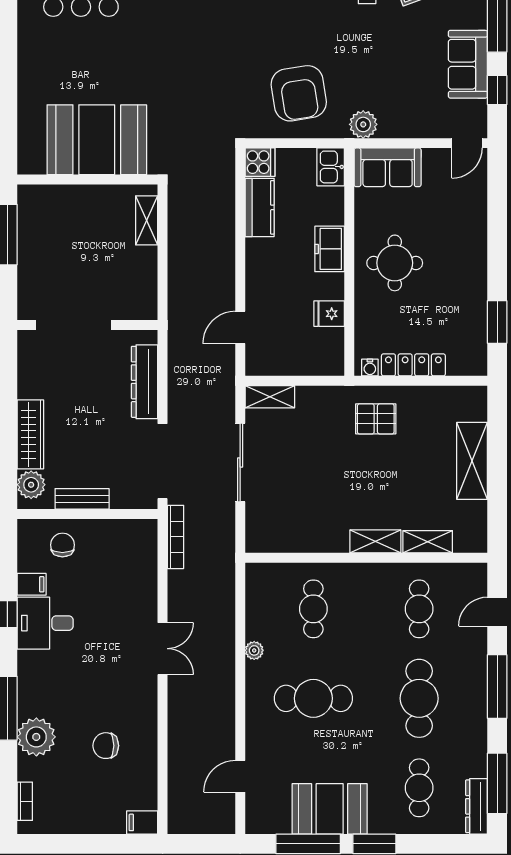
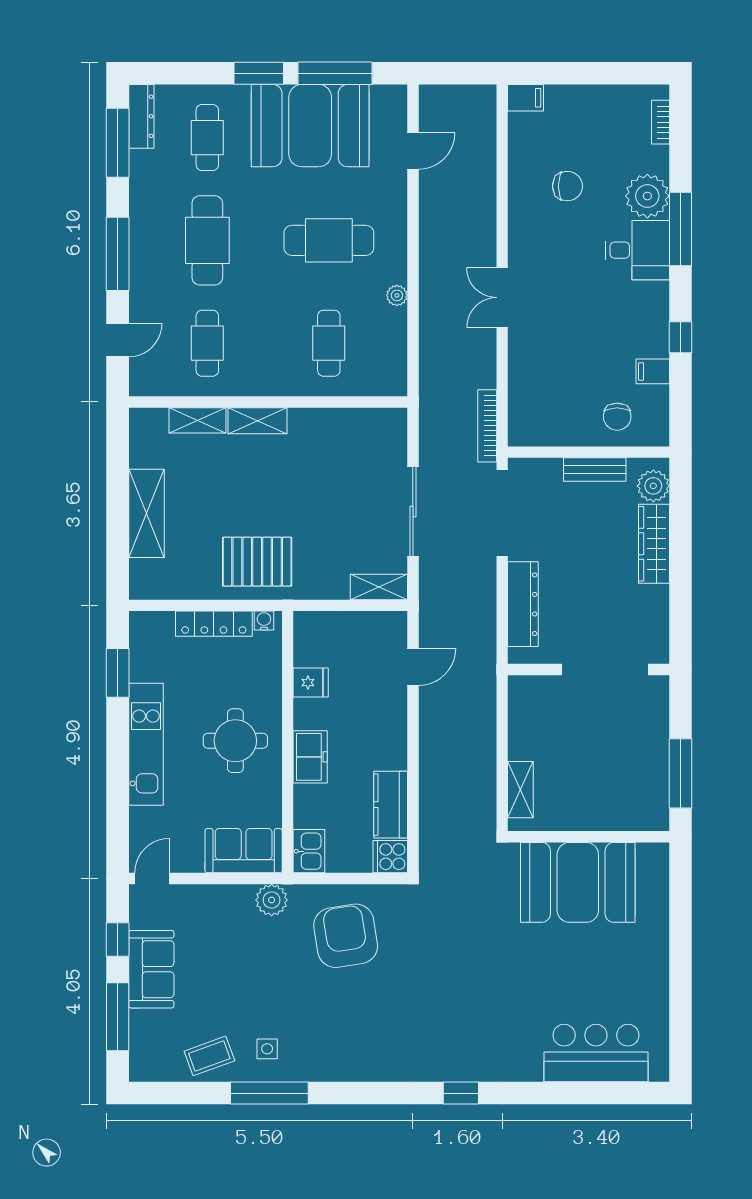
kitchen unit: (472, 260) -> (146, 744), added
pallet: (376, 419) -> (257, 562), width x1.50, depth x1.42
desk: (45, 623) -> (637, 250), moved
booth: (330, 809) -> (310, 126), width x1.36, depth x1.42

